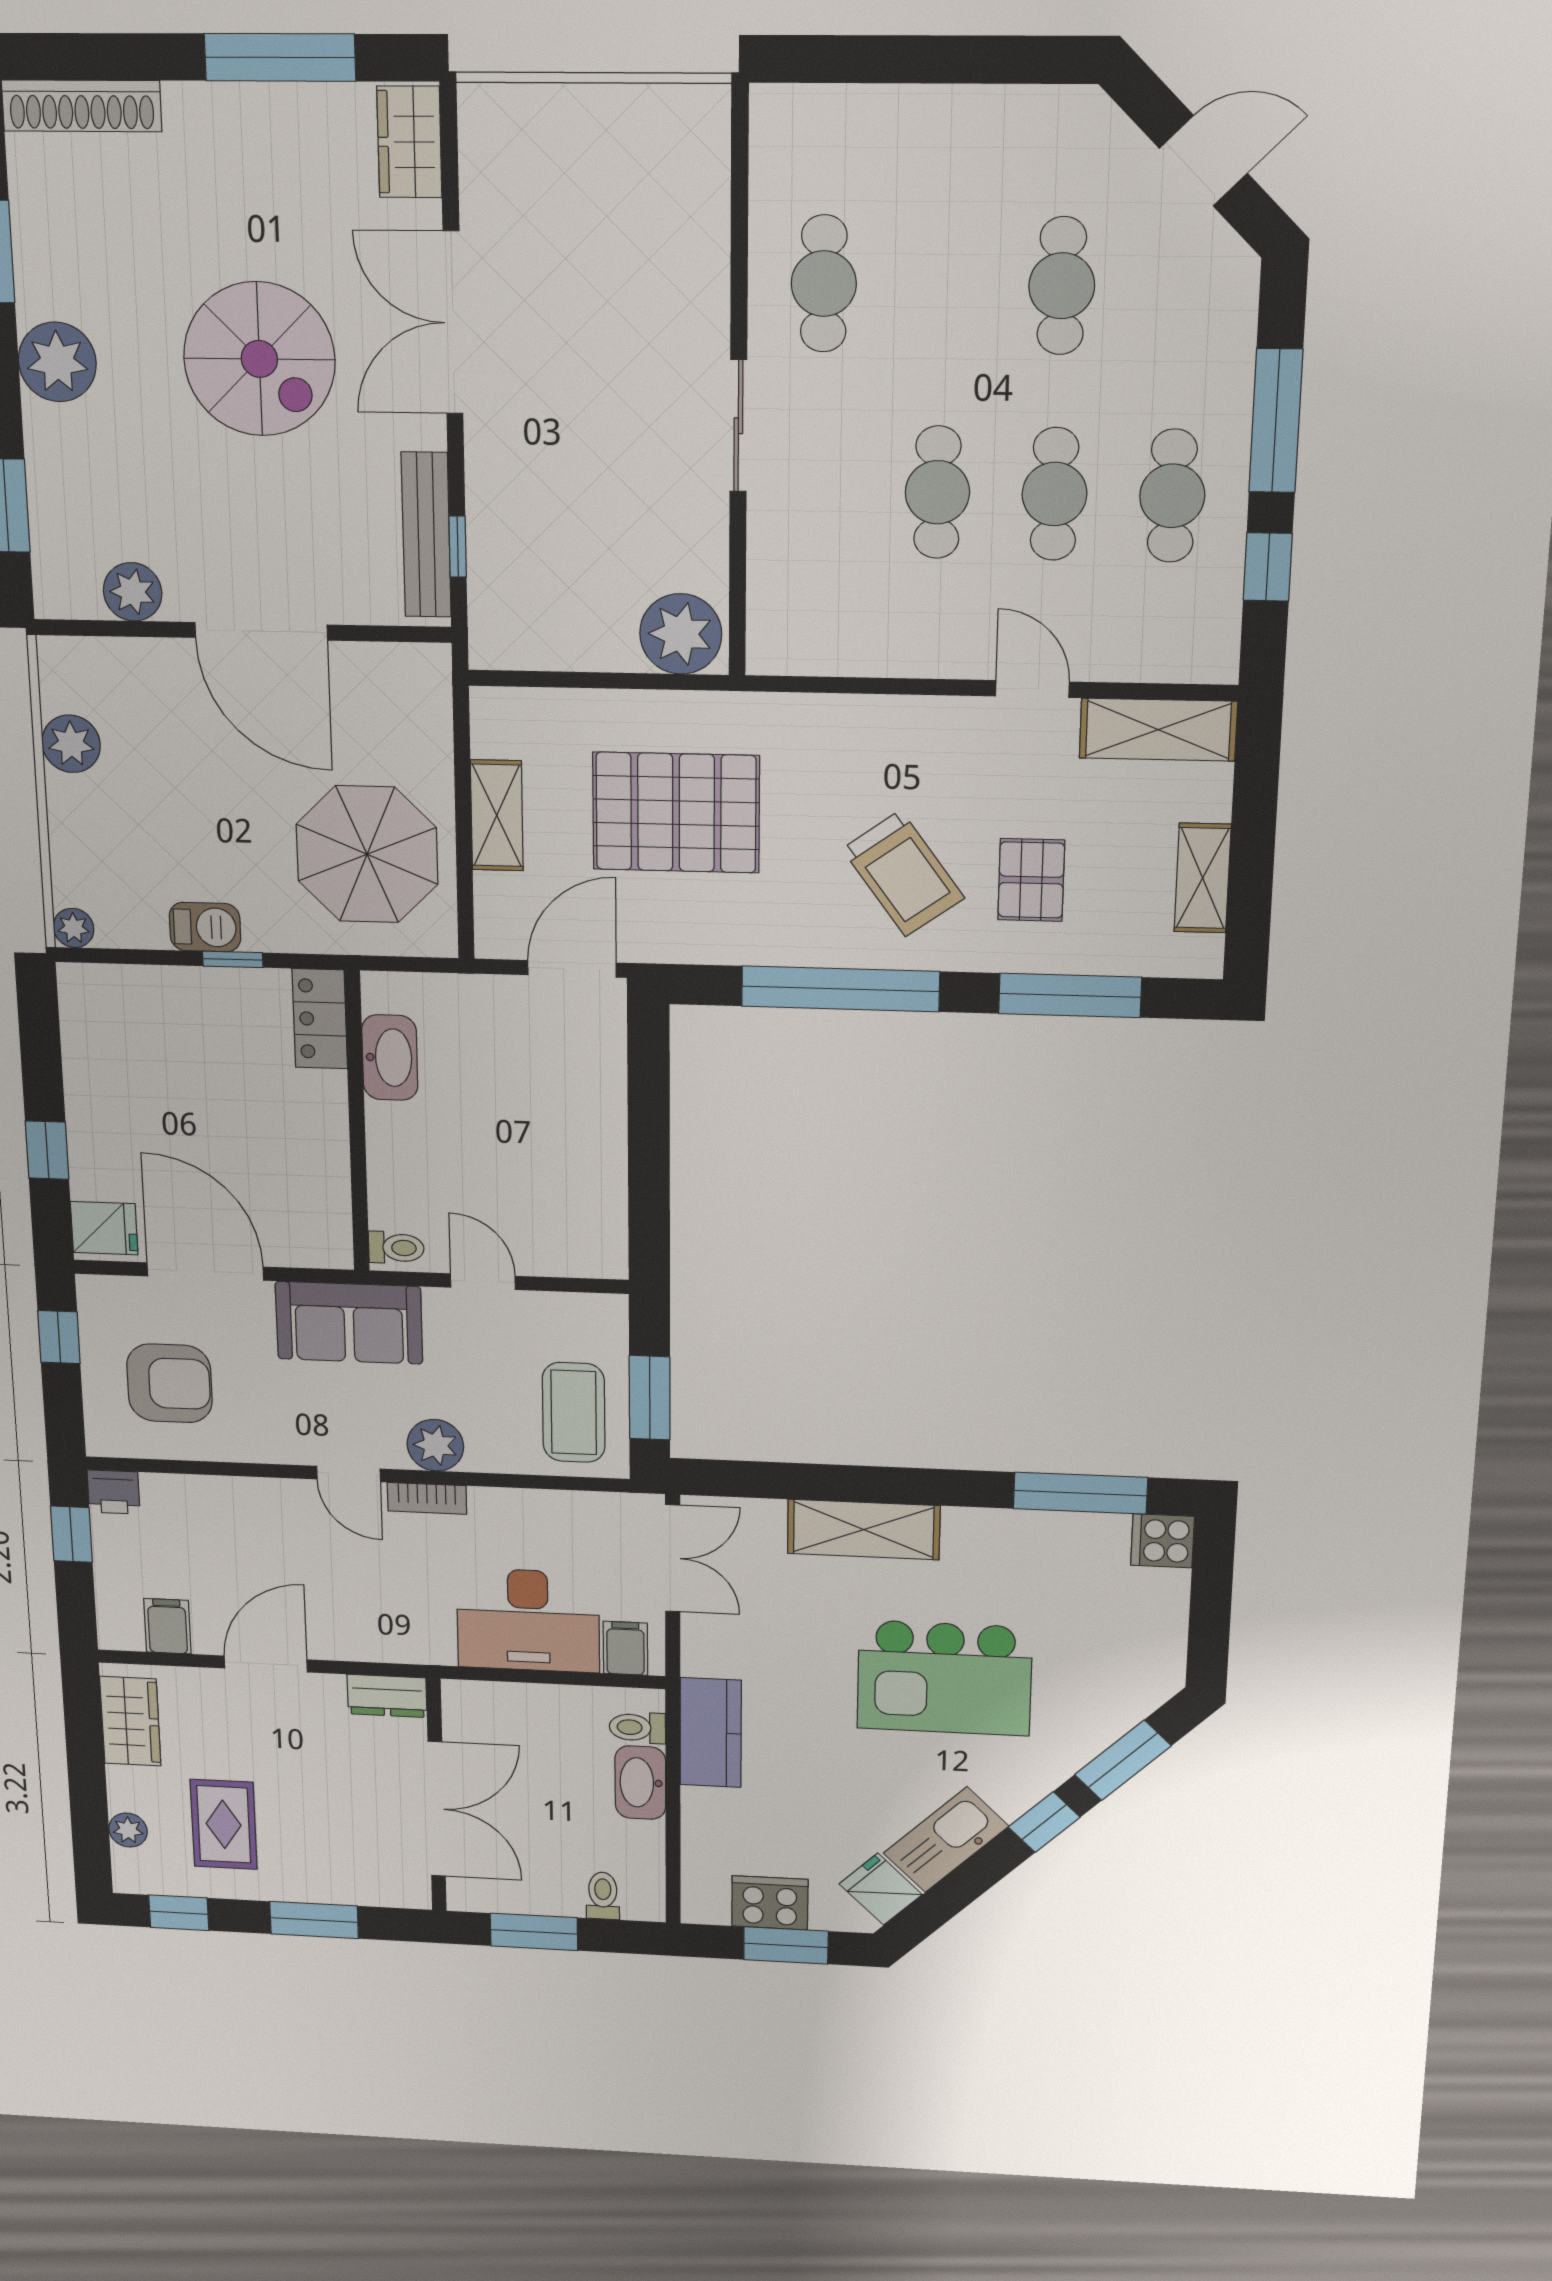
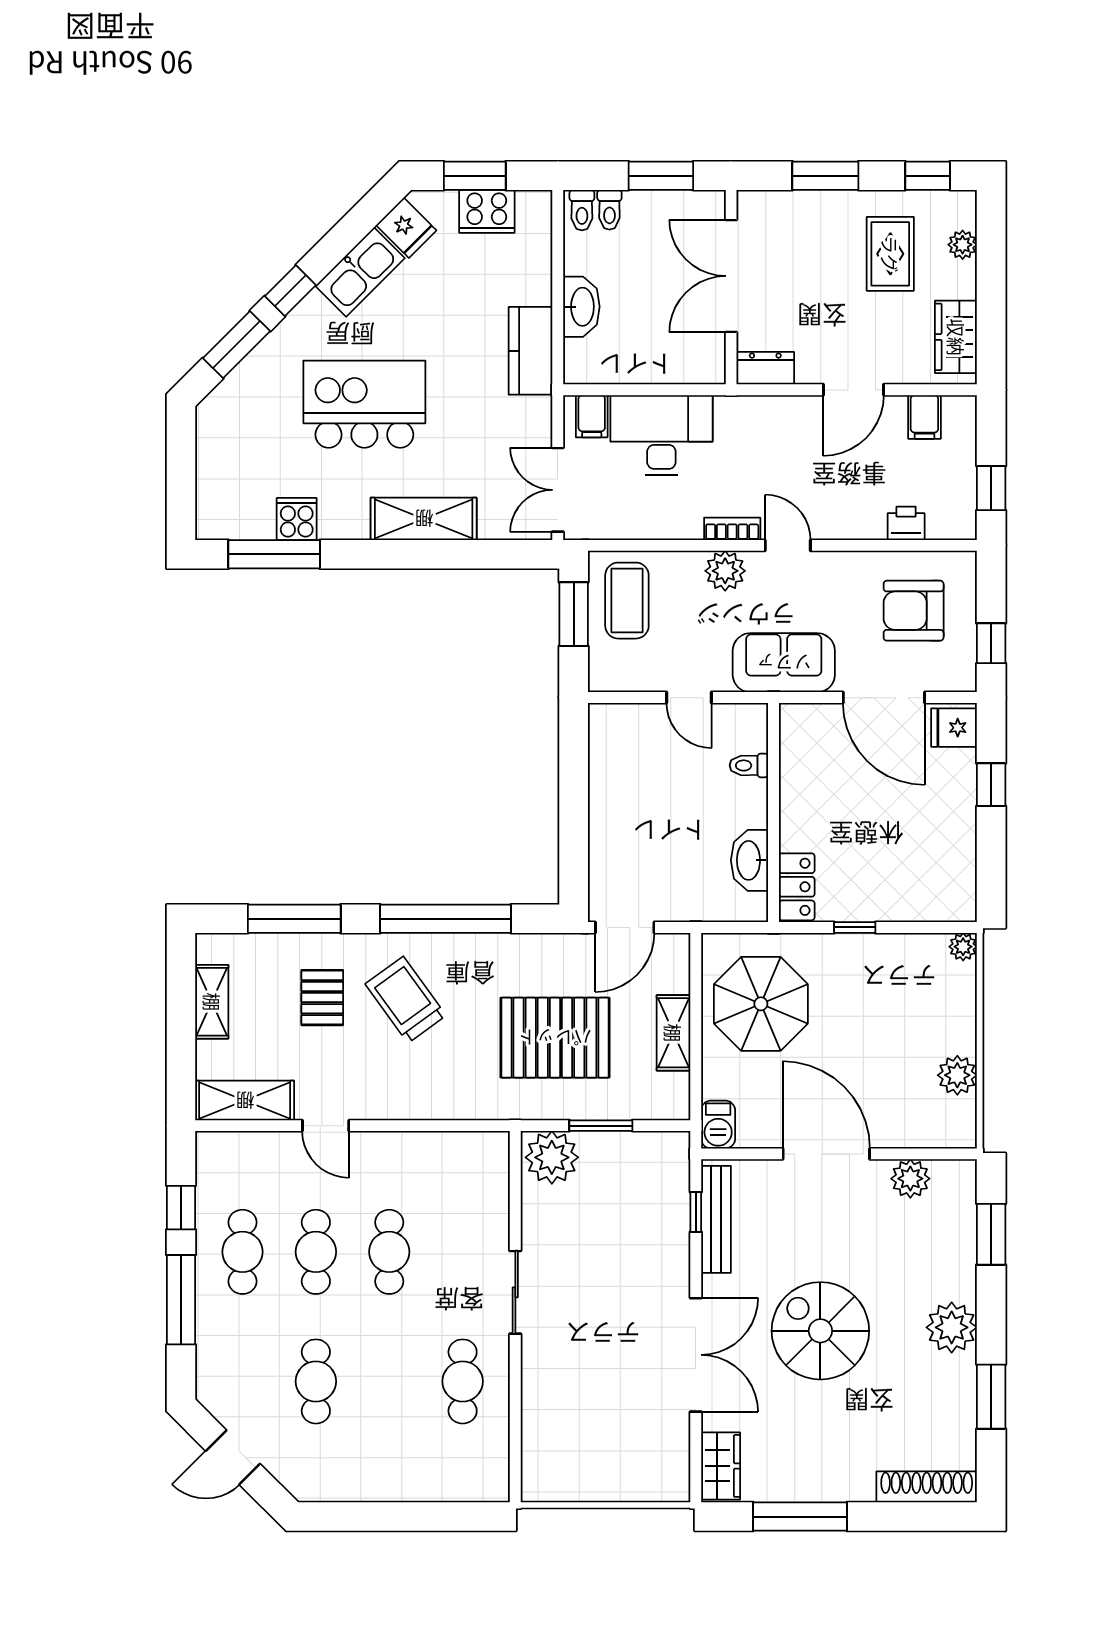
window: (605, 680) -> (601, 1126), added
barbecue: (205, 927) -> (718, 1125), moved, turned -90
toilet: (396, 1248) -> (749, 765), moved
printer: (113, 1492) -> (906, 523), moved
cooker: (1163, 1541) -> (297, 519), moved, turned -90
toilet: (637, 1728) -> (582, 210), moved, turned 90

